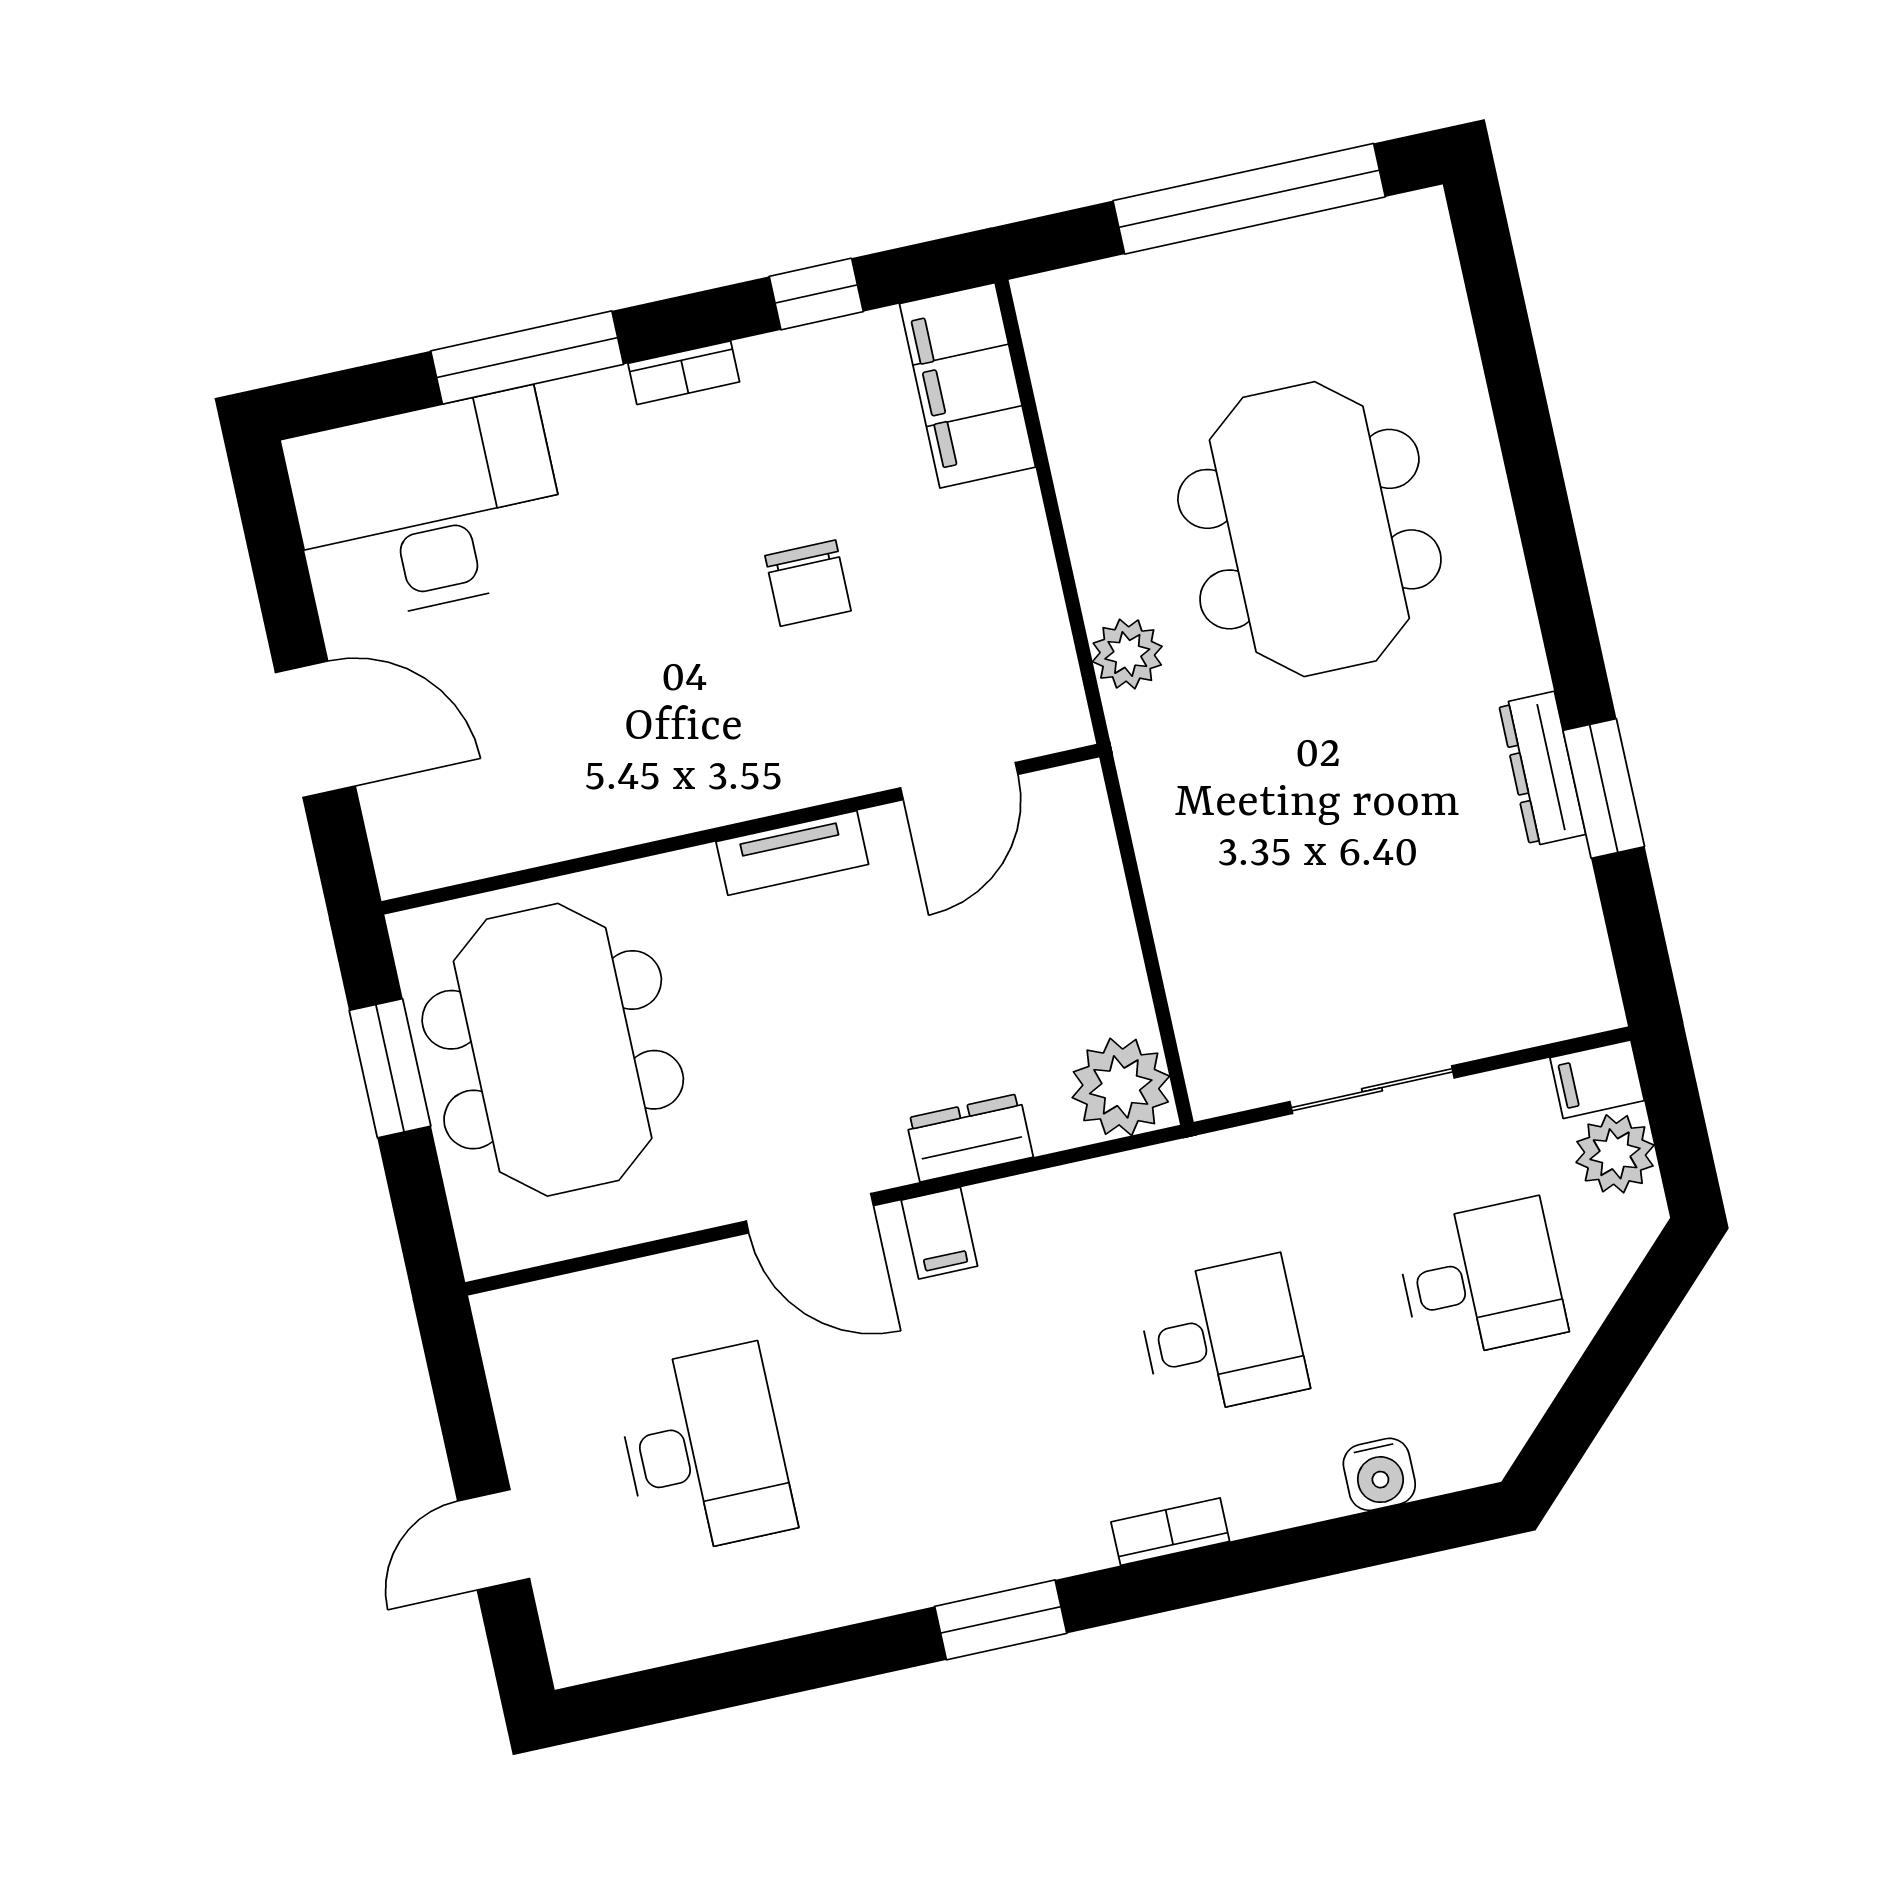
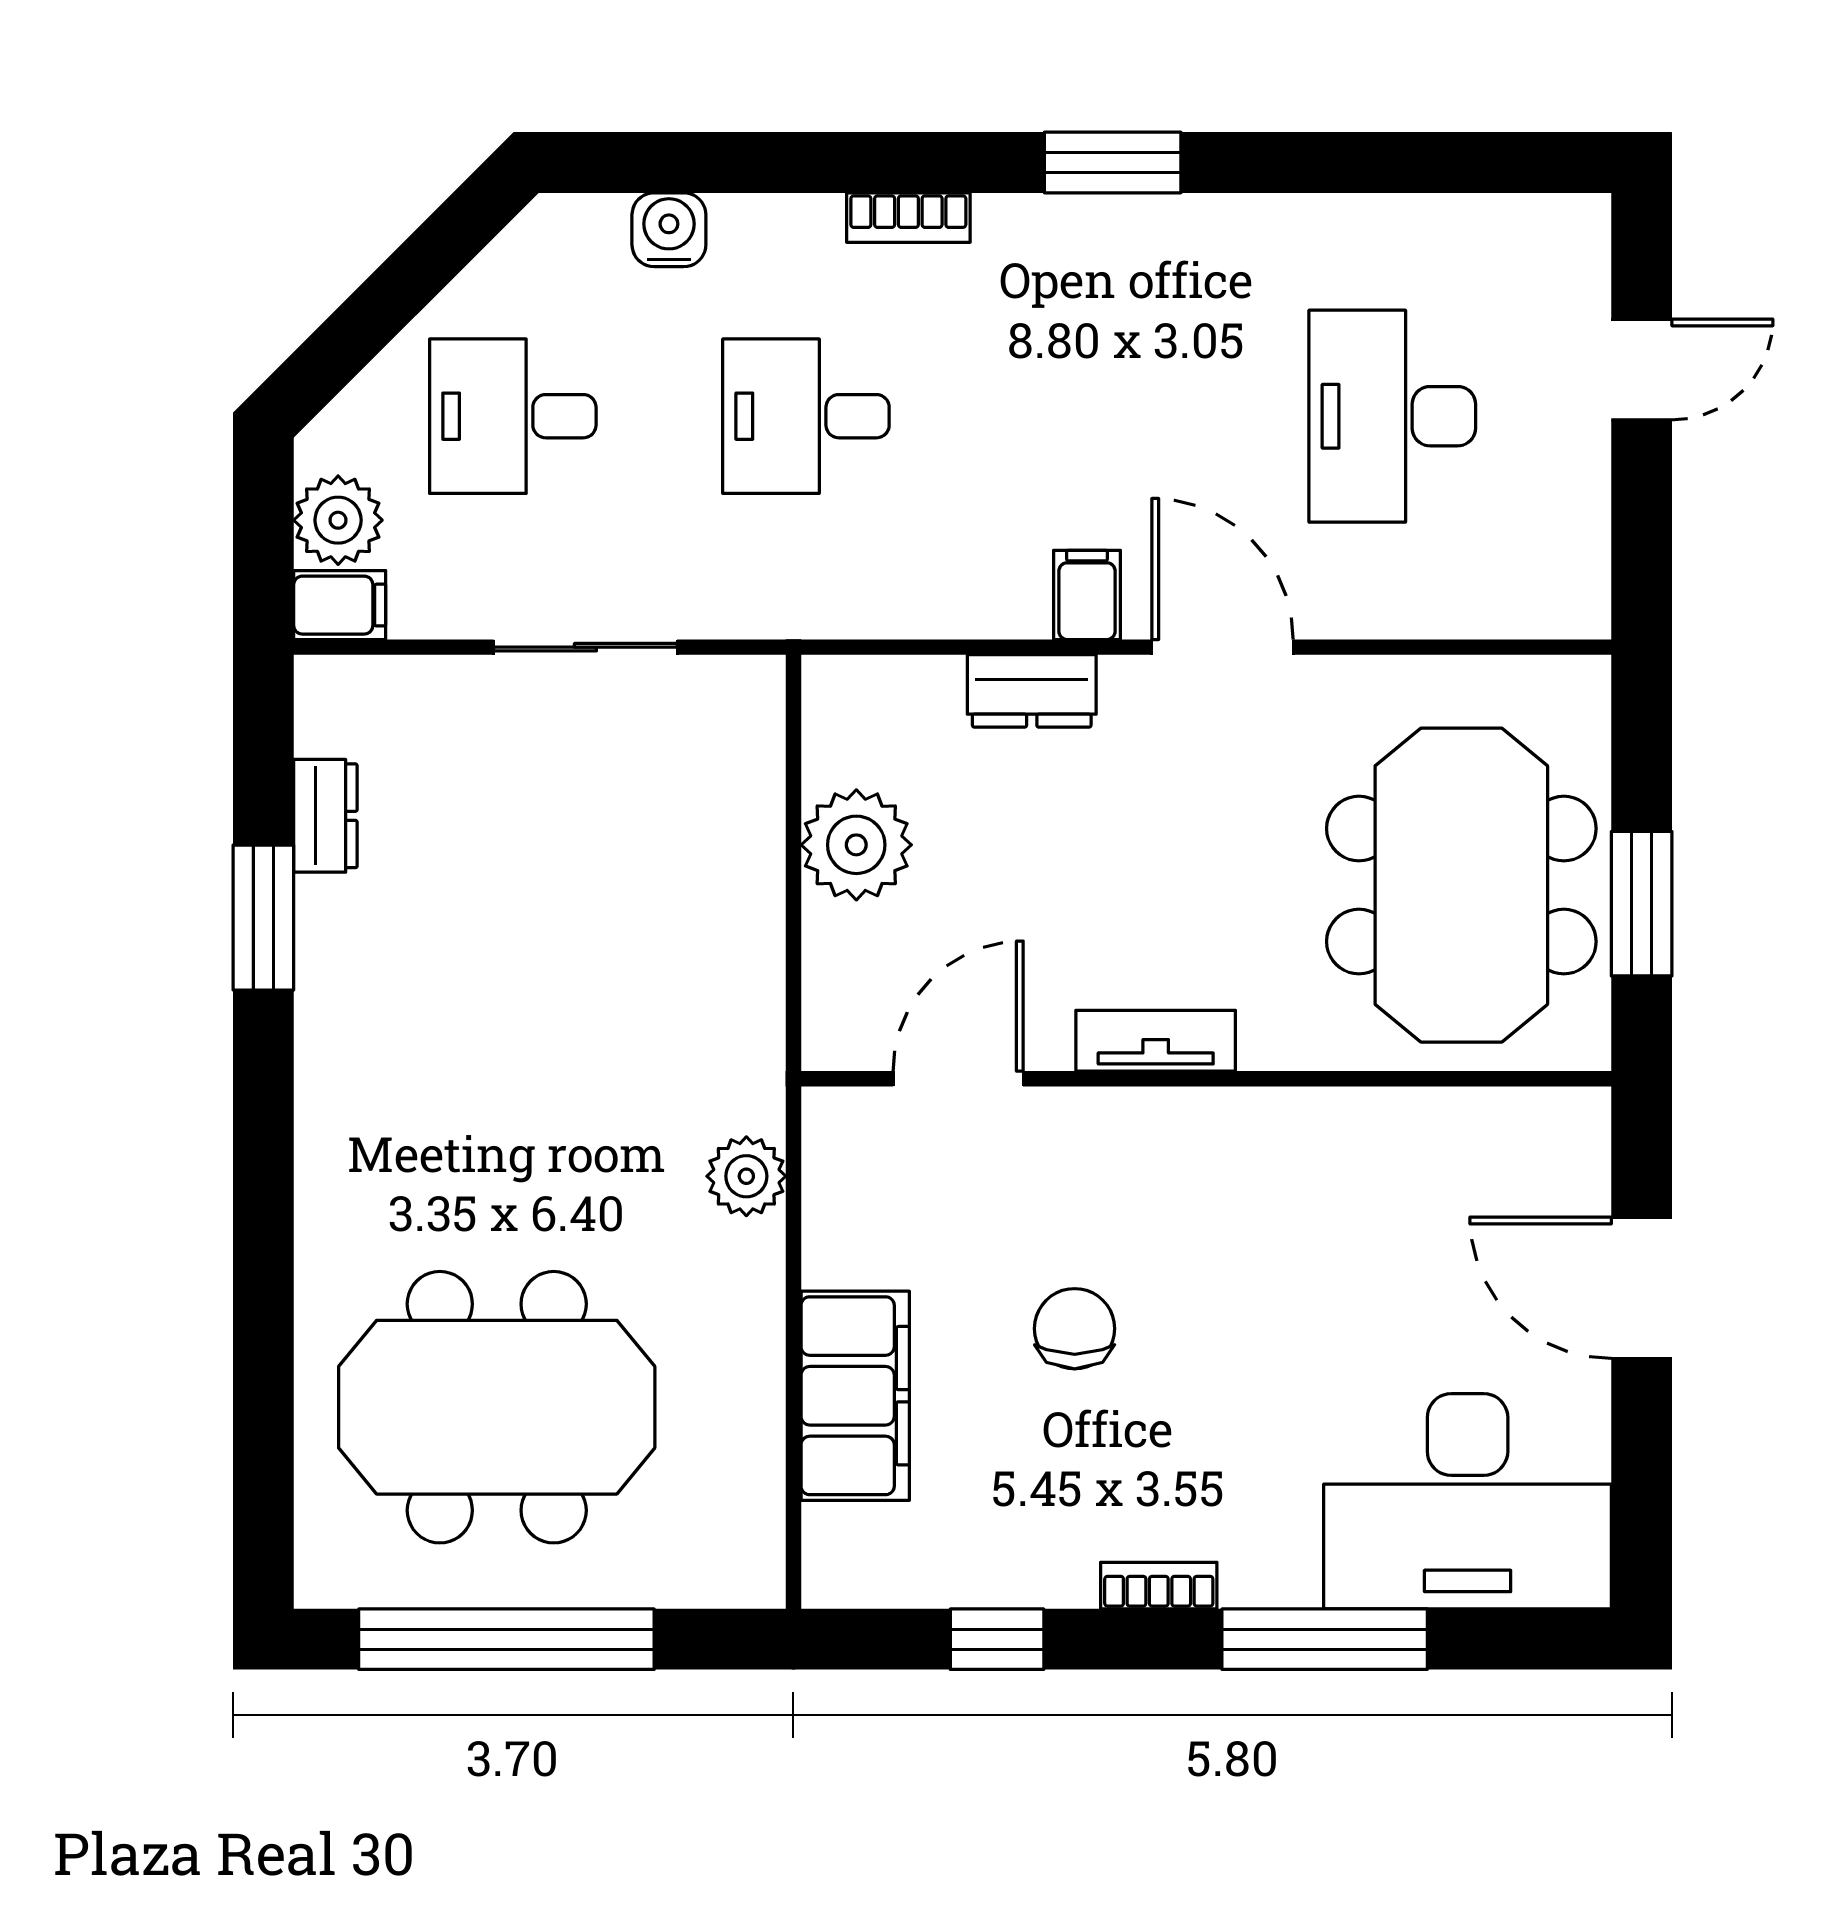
filing cabinet: (968, 385) -> (855, 1396), moved
meeting table: (1309, 529) -> (497, 1407), moved, turned 90
dresser: (1542, 769) -> (325, 816), moved, width x0.70
plant: (1121, 1087) -> (856, 845), moved

